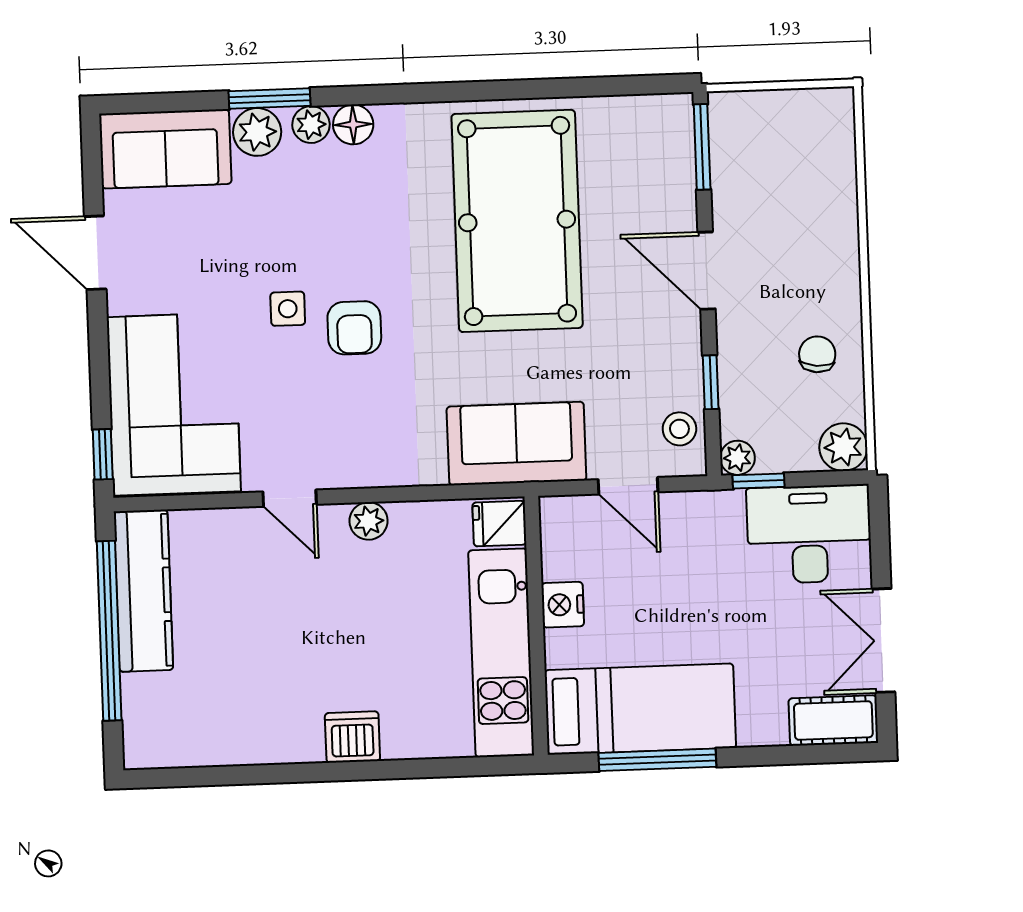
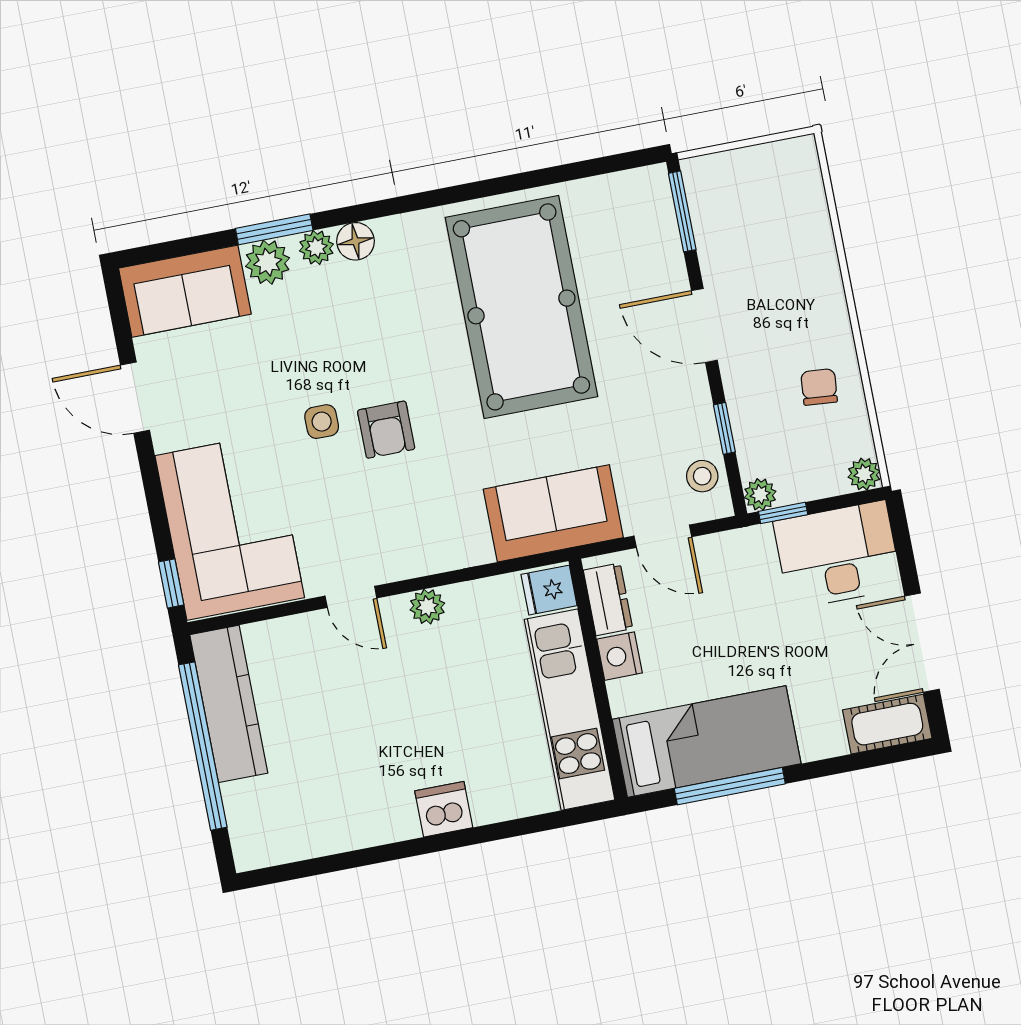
plant: (843, 447) -> (864, 474), width x0.73, depth x0.73
dresser: (560, 543) -> (608, 599), added

